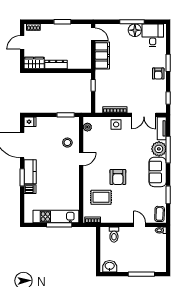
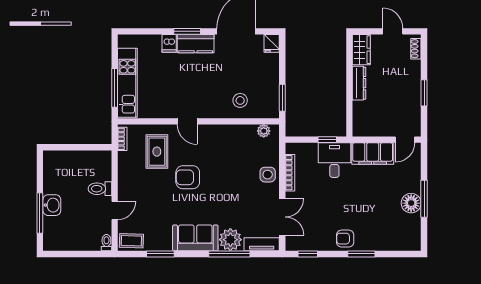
desk: (153, 35) -> (334, 160), moved, turned -90
double door: (144, 115) -> (282, 217), swing flipped
door: (81, 159) -> (187, 121), moved
toilet: (114, 235) -> (100, 189), moved
washbasin: (110, 266) -> (52, 205), moved

